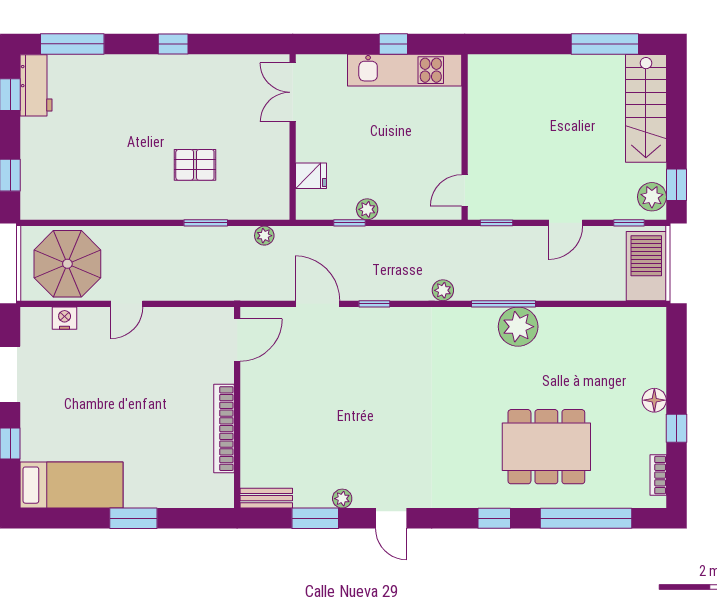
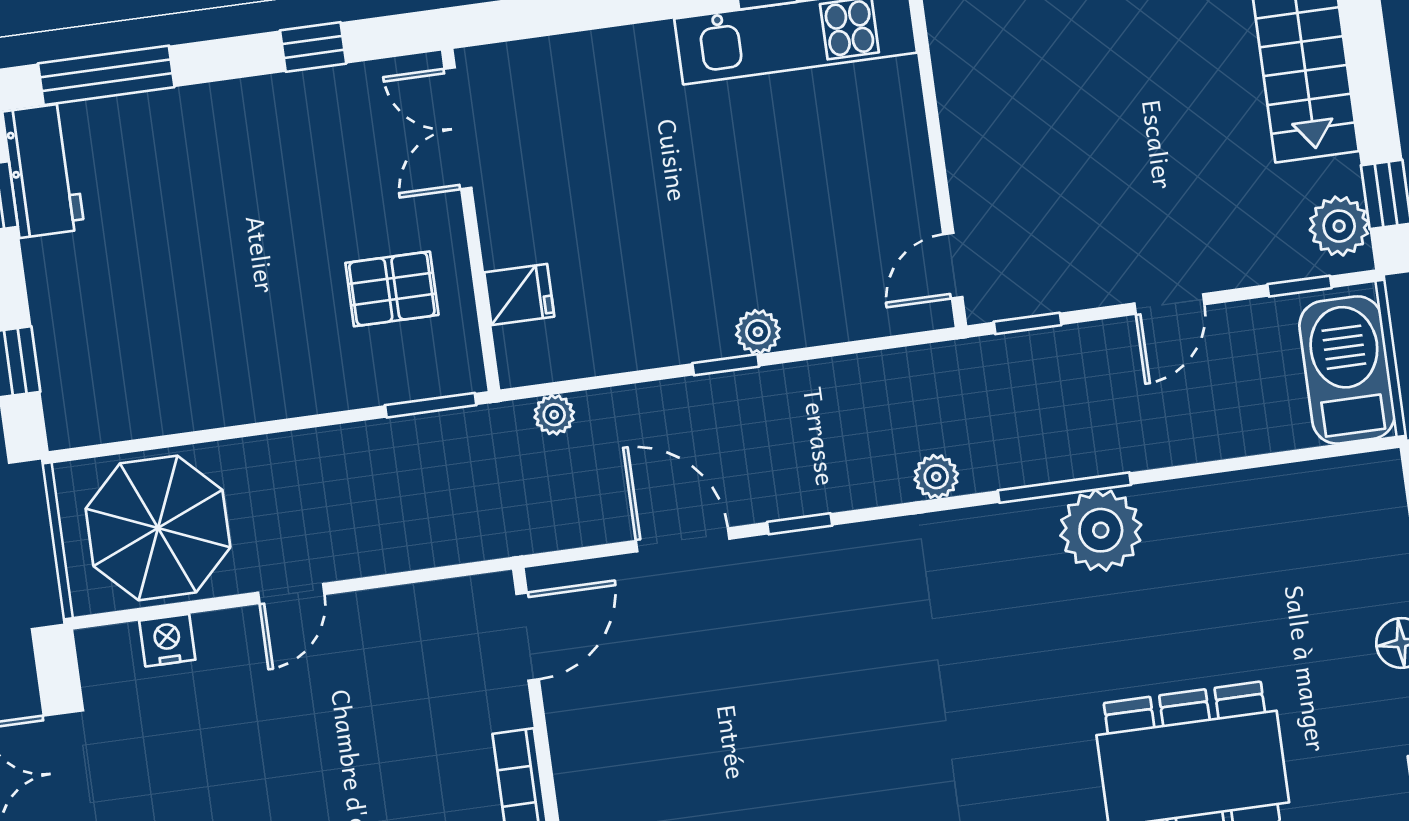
double door: (293, 92) -> (458, 128), moved
wall: (293, 137) -> (471, 220), moved
fridge: (311, 176) -> (519, 295), moved

